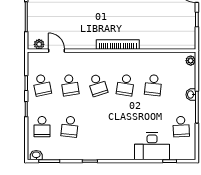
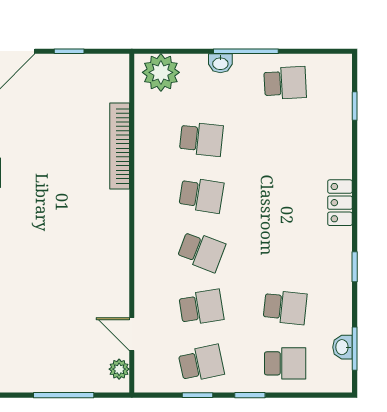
bookcase: (118, 45) -> (120, 146), moved
door: (57, 51) -> (132, 334), hinge flipped
plant: (191, 61) -> (161, 72), width x1.88, depth x1.88
school desk: (98, 85) -> (201, 251), turned 39
desk: (152, 146) -> (325, 142), removed
locker: (122, 154) -> (340, 203), added
washbasin: (36, 155) -> (343, 347), moved

